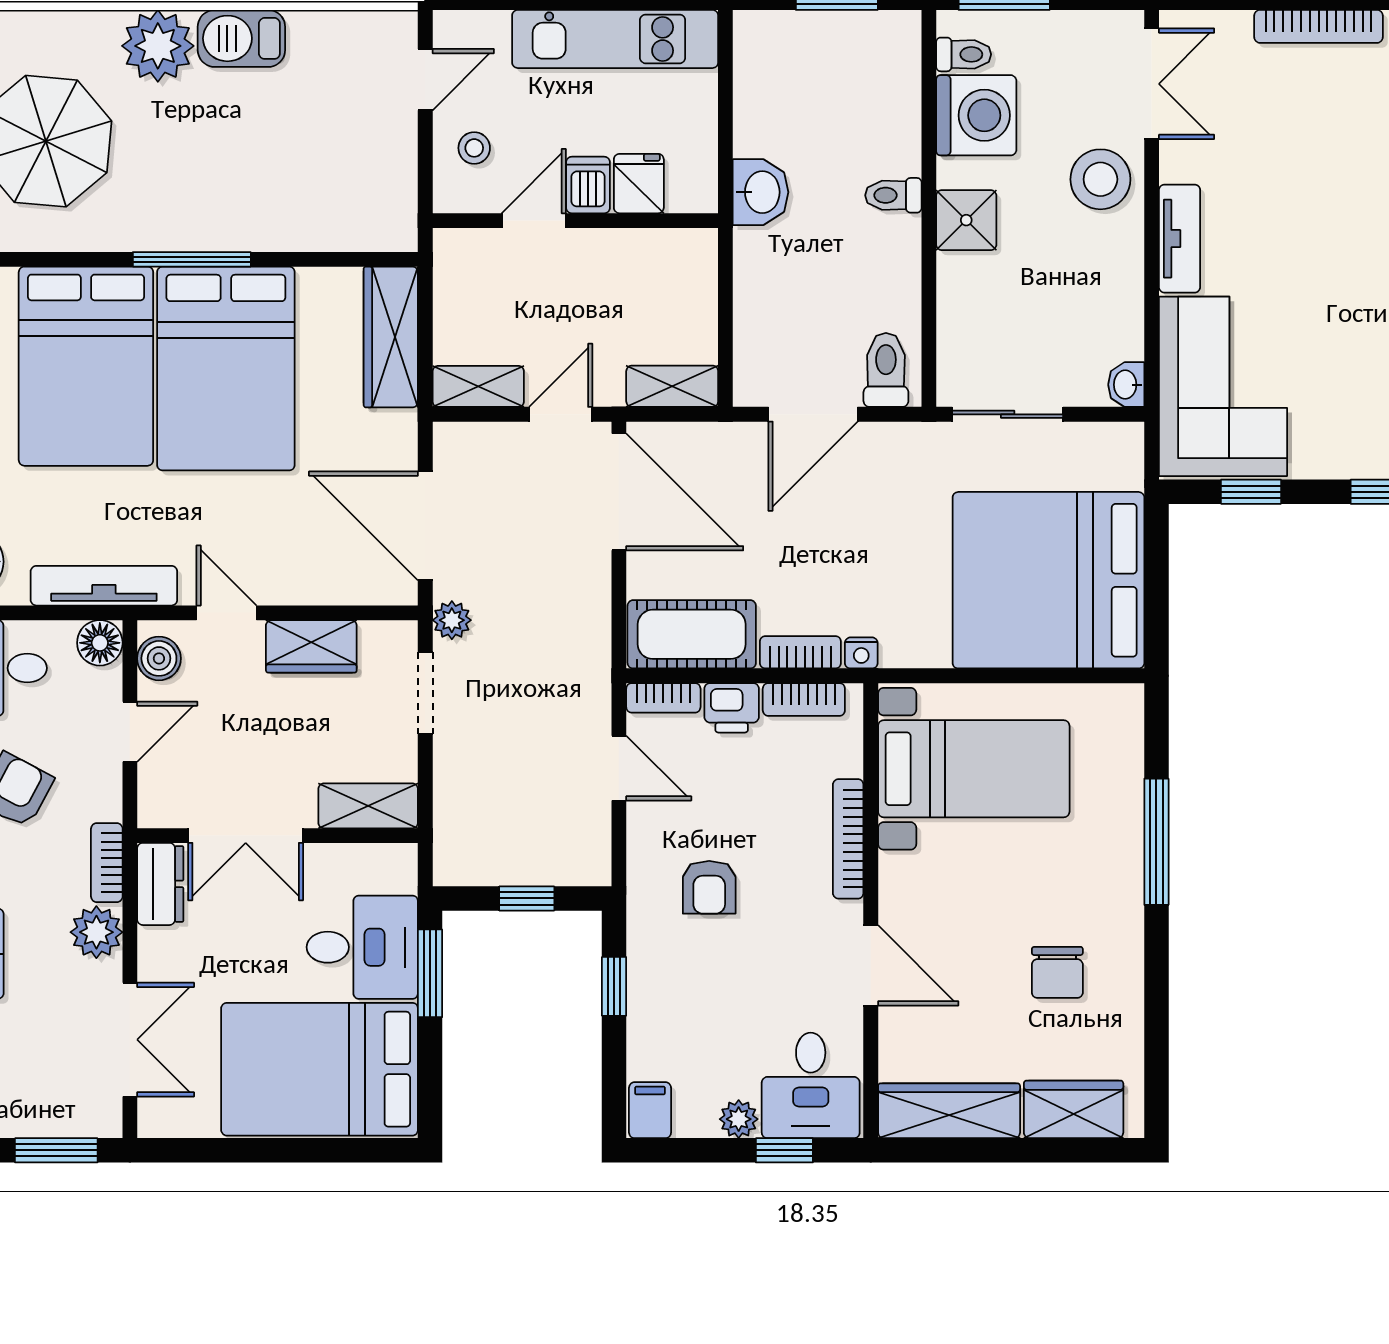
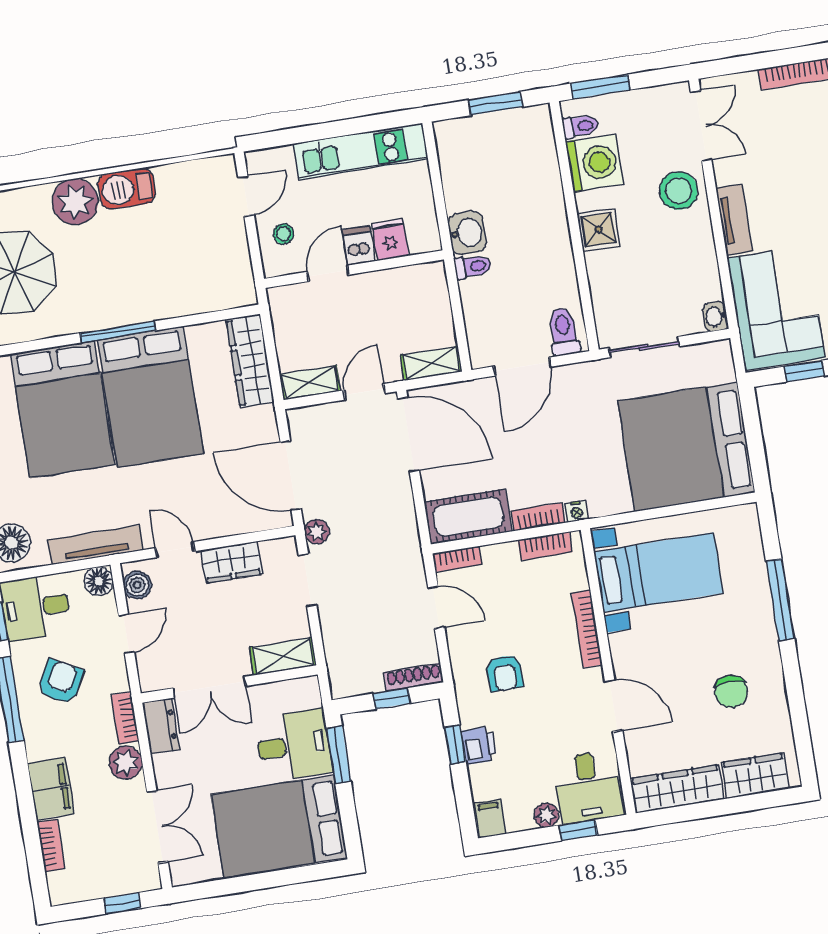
toilet: (893, 195) -> (473, 267), moved, turned 180
printer: (732, 708) -> (479, 745), moved, turned -90
shoe rack: (566, 871) -> (414, 677), added
window: (56, 1150) -> (122, 903), width x0.67

